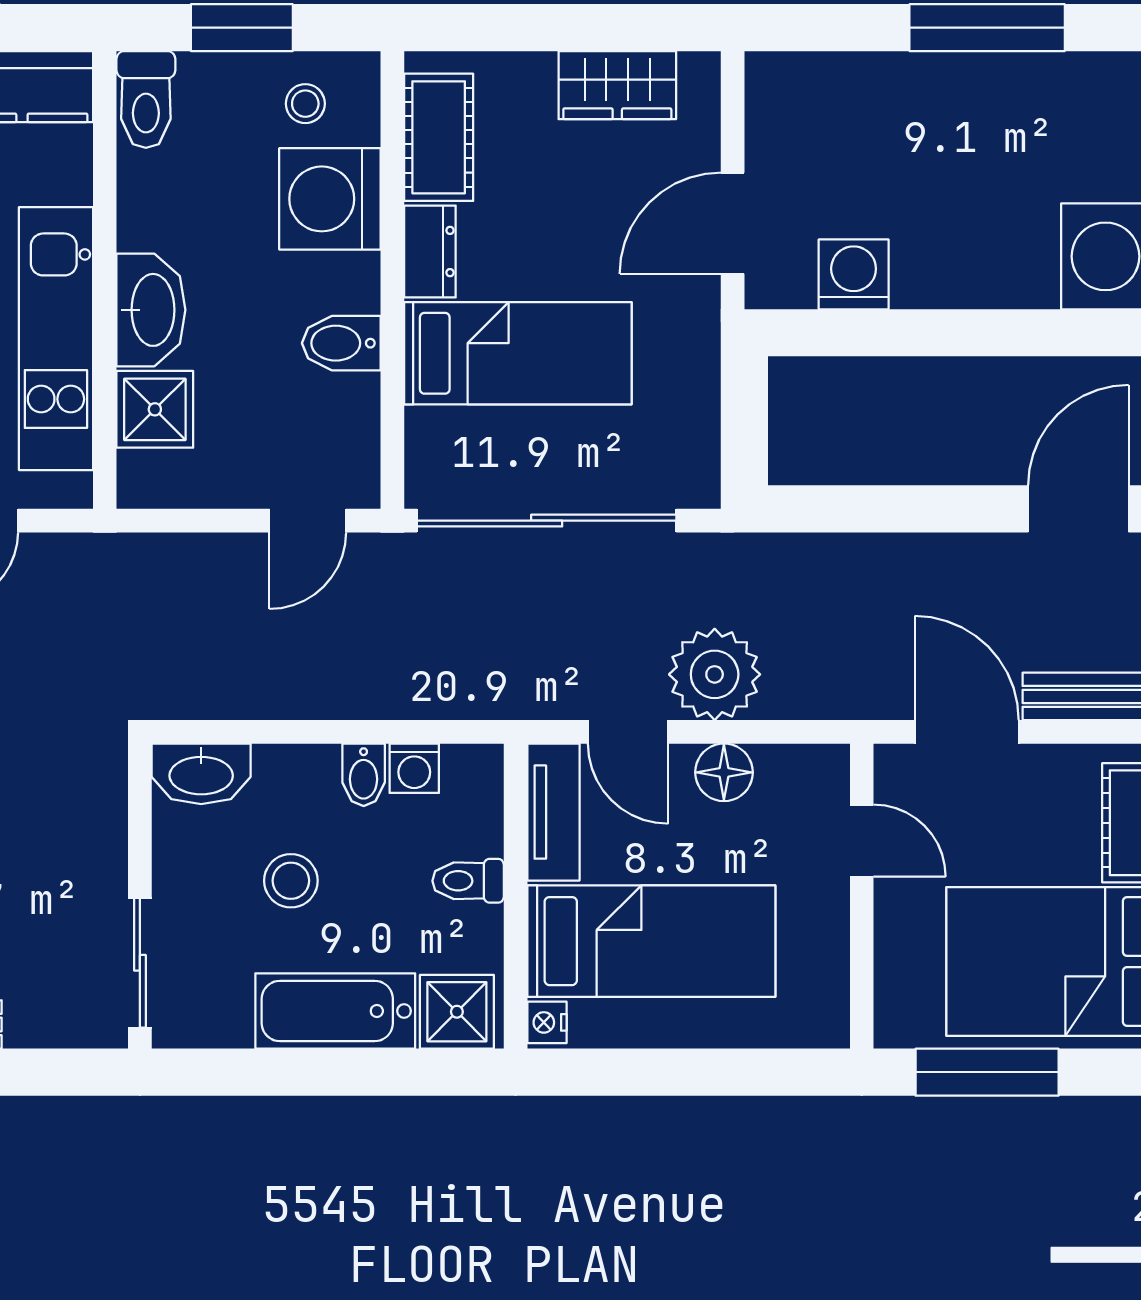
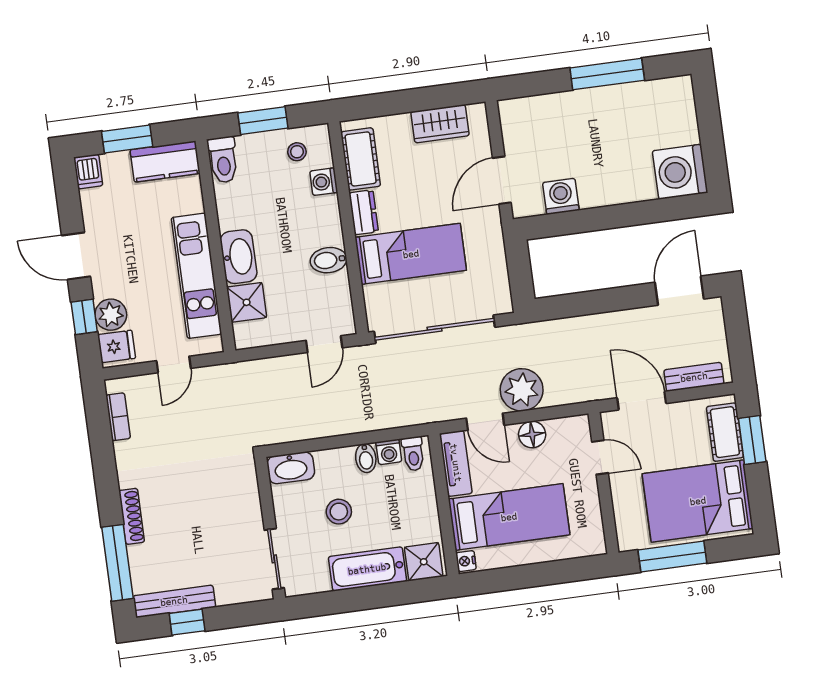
washing machine: (330, 199) -> (324, 182), width x0.53, depth x0.53
toilet: (468, 881) -> (413, 454), moved, turned -90

